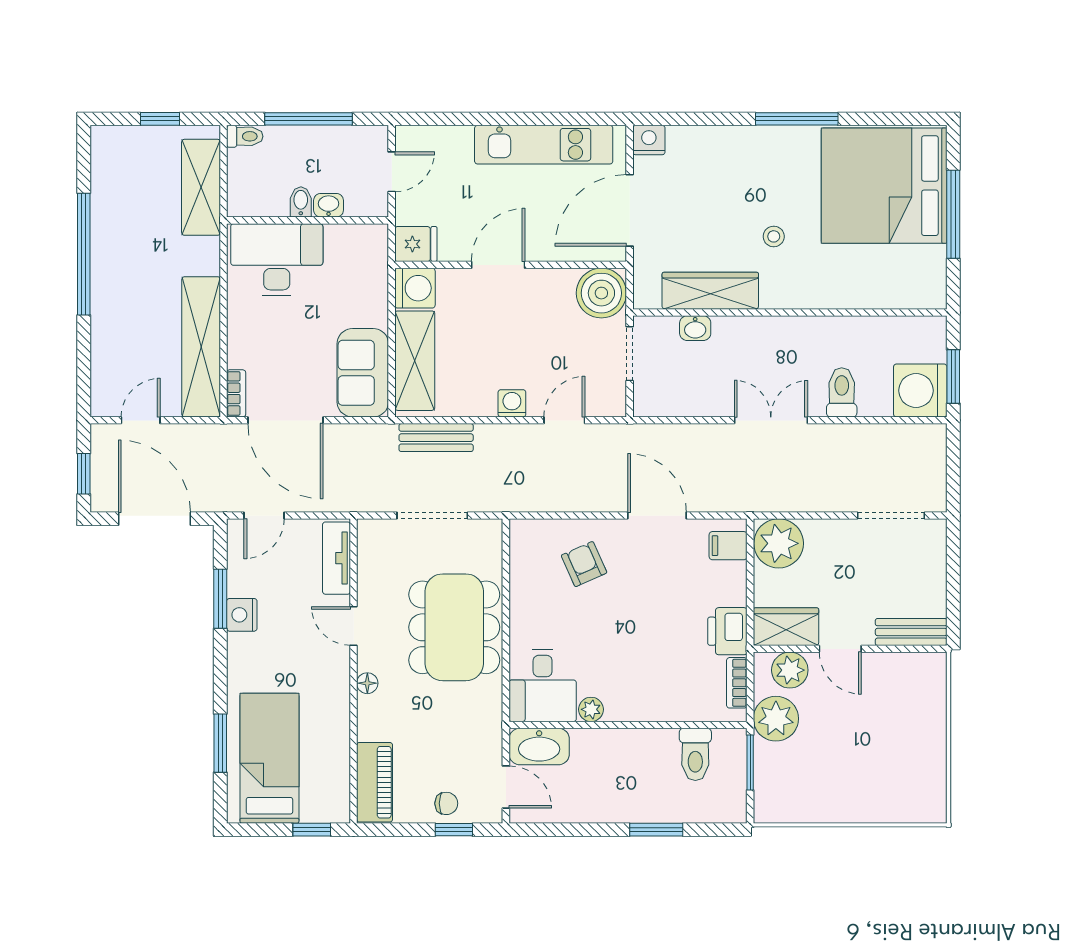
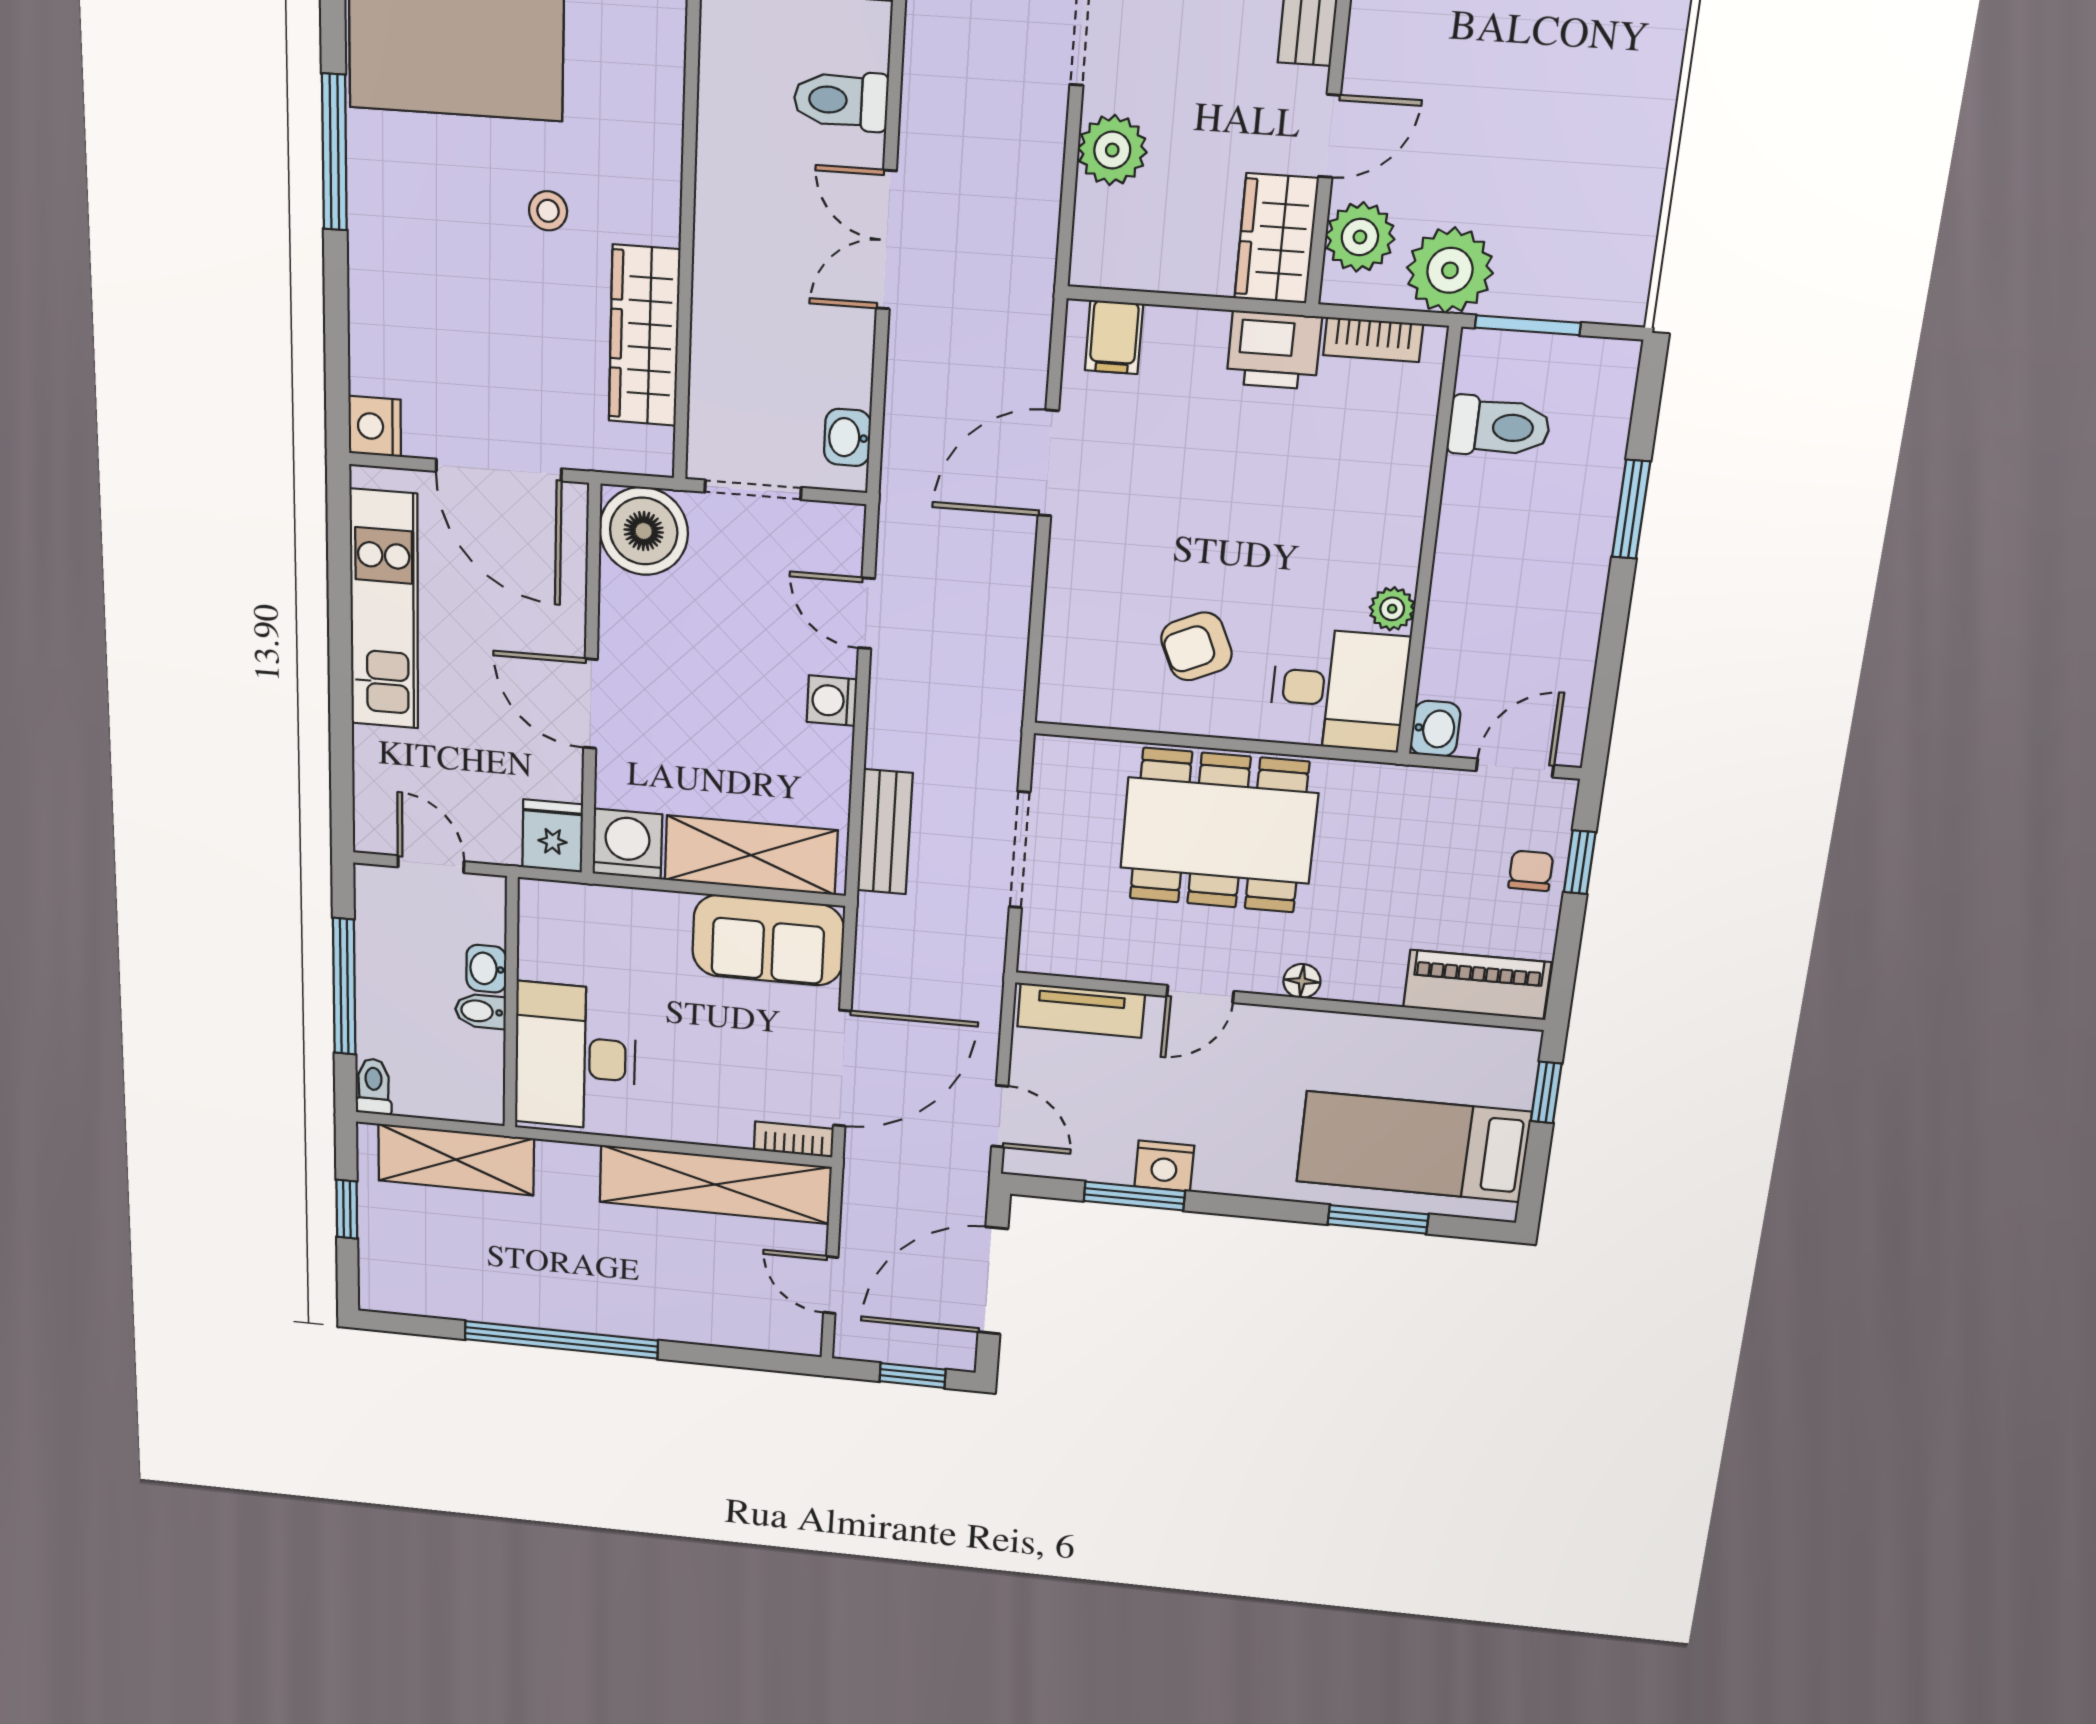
washbasin: (695, 328) -> (847, 437), moved, turned 180
plant: (779, 543) -> (1112, 150), moved, width x0.73, depth x0.73
armchair: (584, 564) -> (1196, 646), moved
washbasin: (539, 746) -> (1435, 729), width x0.52, depth x0.69

